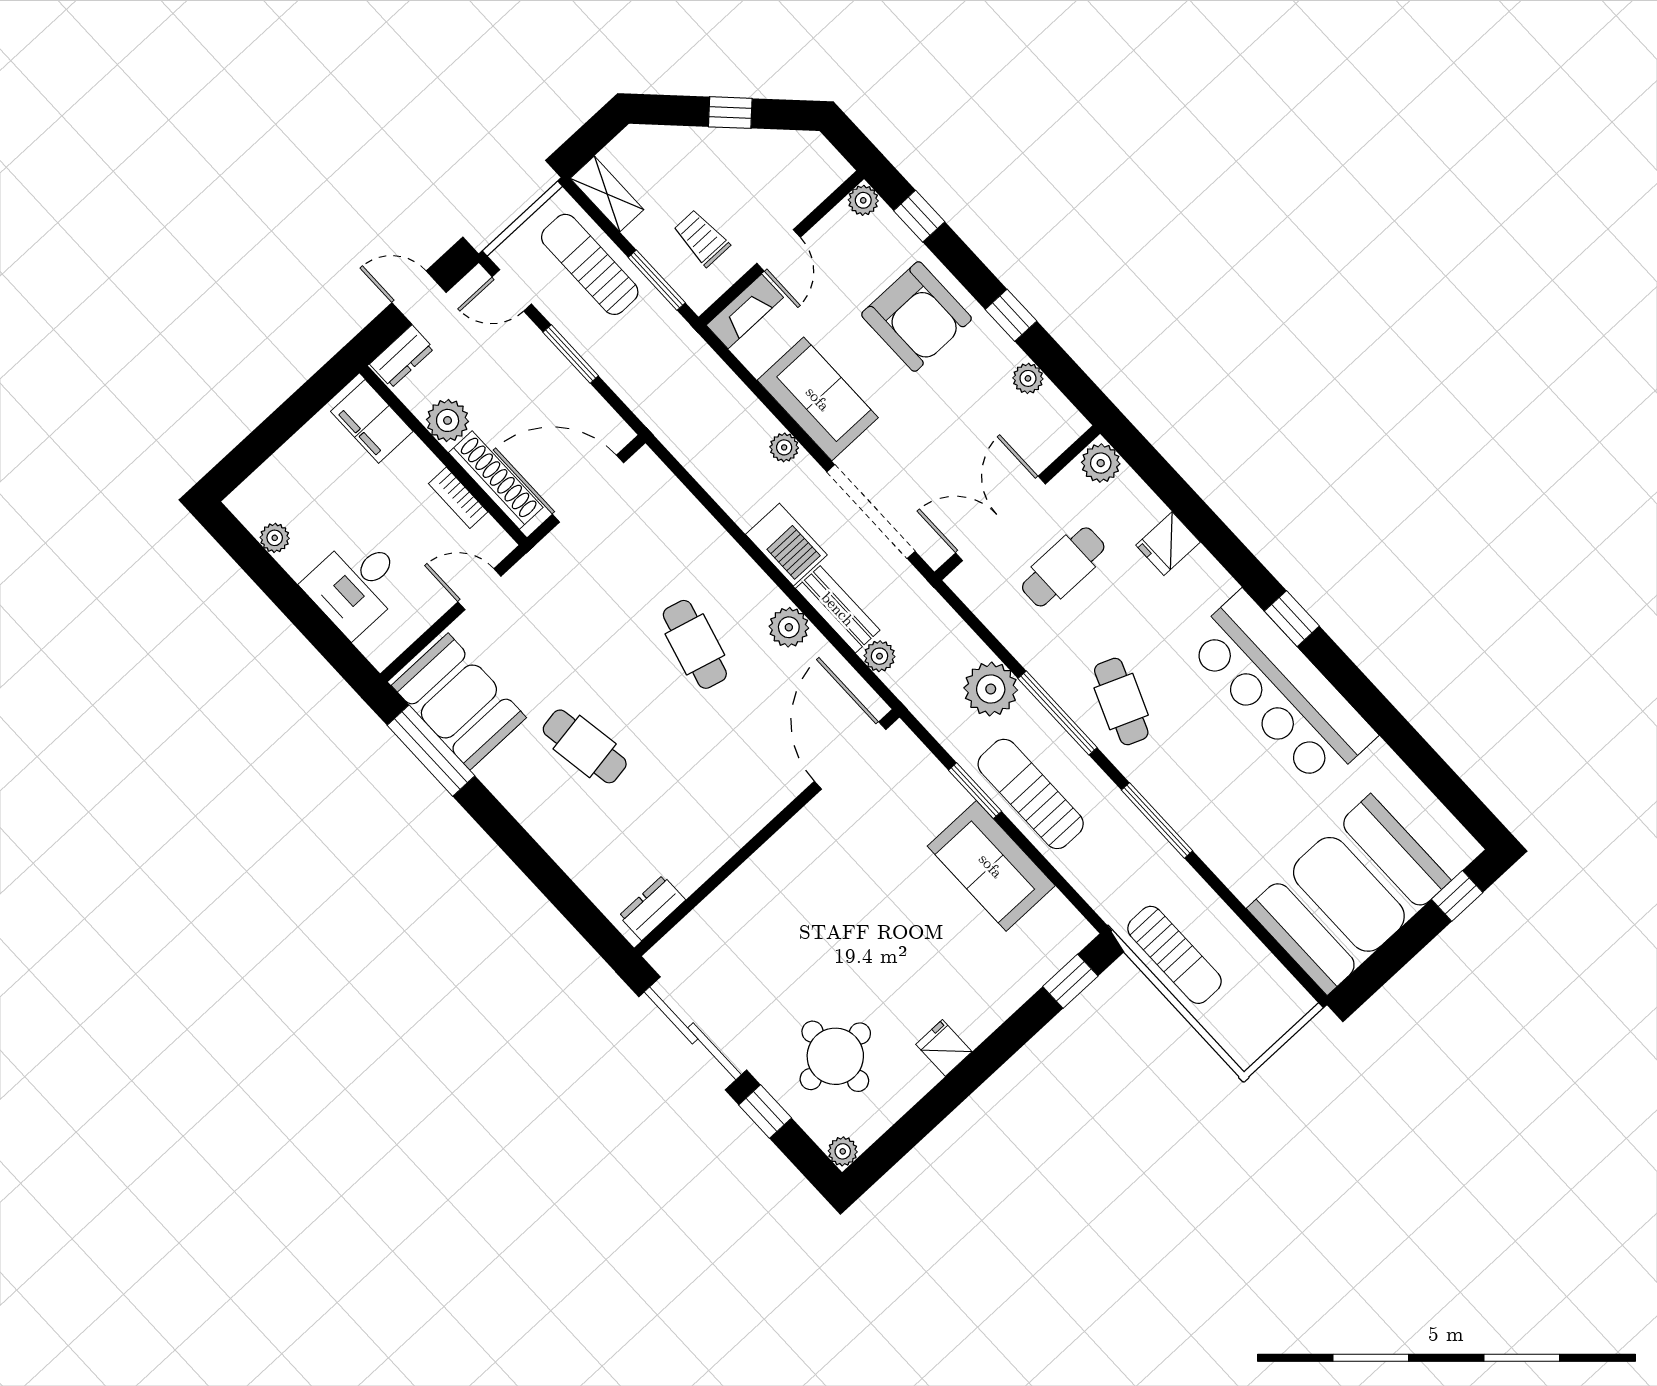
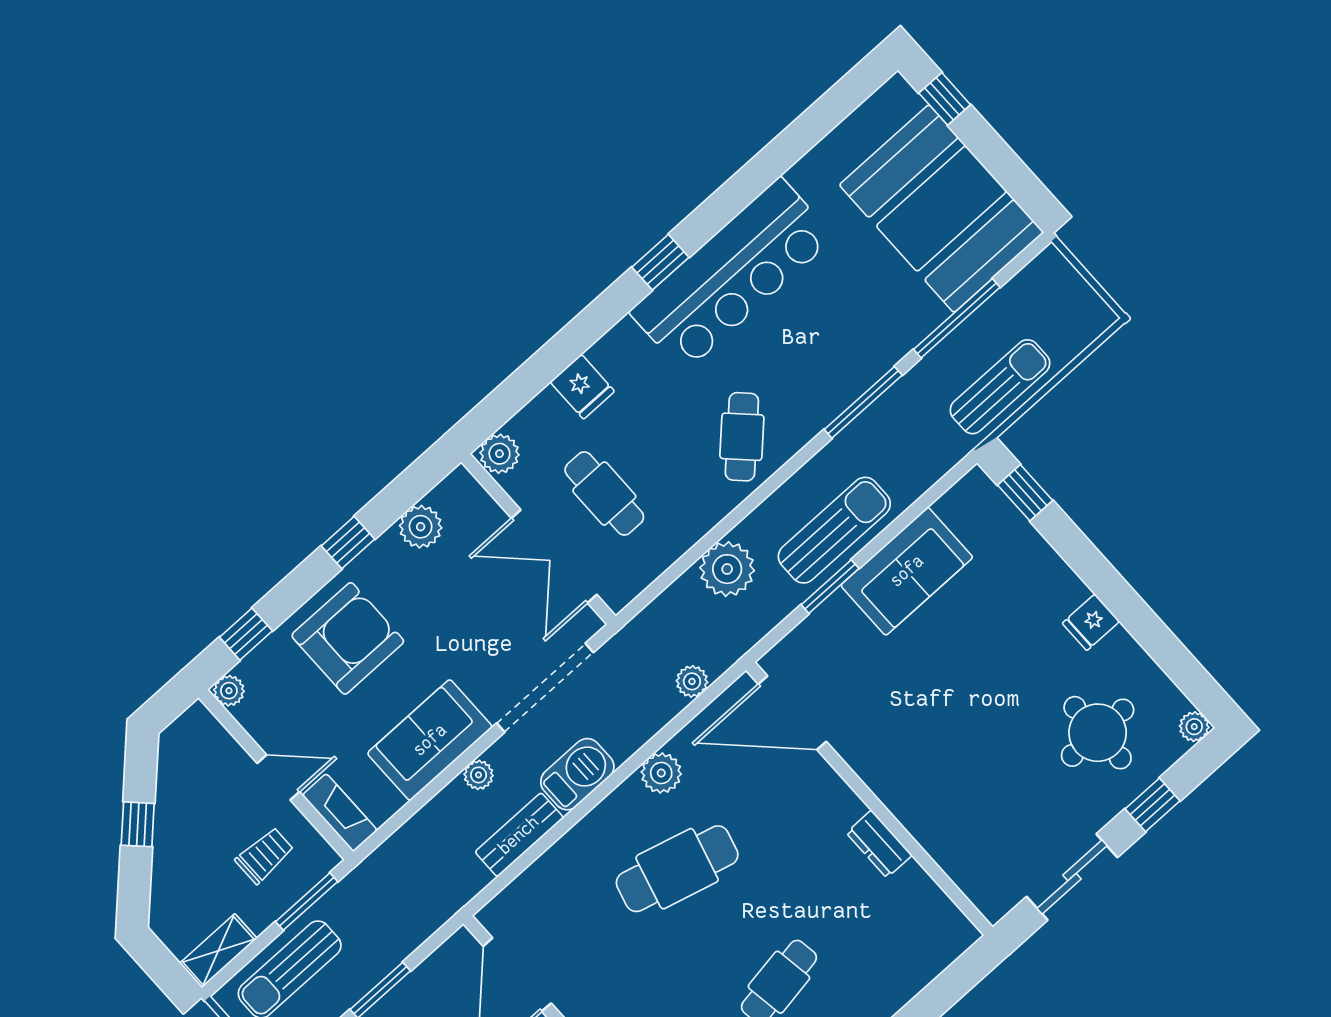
trolley: (702, 238) -> (265, 855), turned 180
plant: (1028, 378) -> (421, 527), width x1.38, depth x1.38
bench: (838, 609) -> (519, 835), moved
cafe table: (695, 644) -> (677, 869), width x1.37, depth x1.35
cafe table: (1121, 701) -> (742, 437), turned -67
window: (1058, 713) -> (957, 318), moved
sun lounger: (1031, 794) -> (834, 530), turned 180
dresser: (652, 908) -> (879, 844), moved
sliding door: (693, 1033) -> (1072, 877), width x0.73

